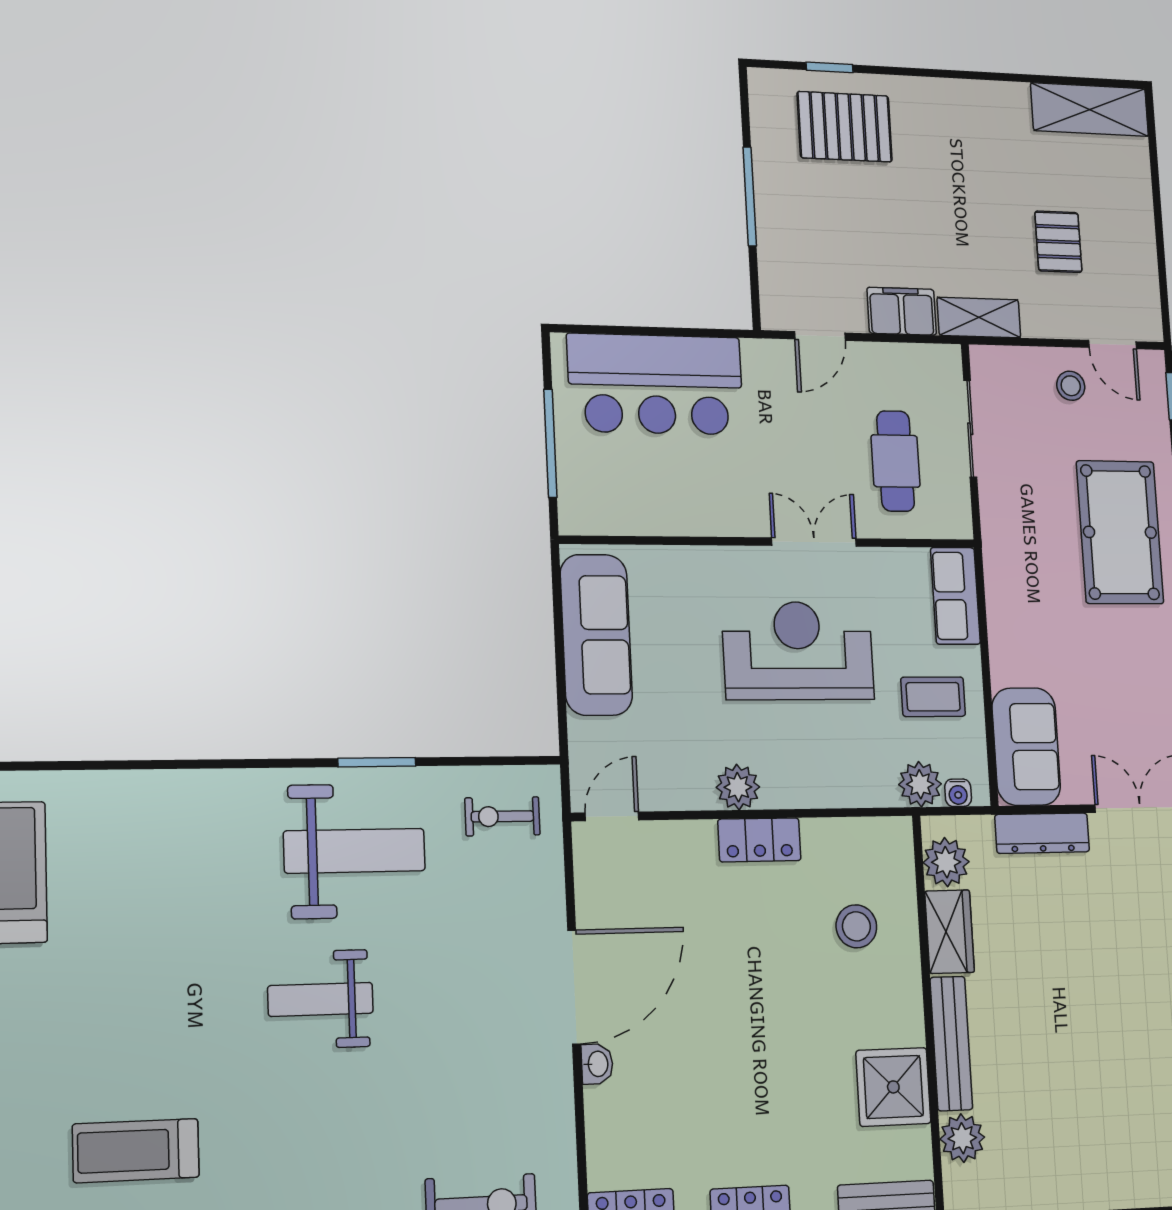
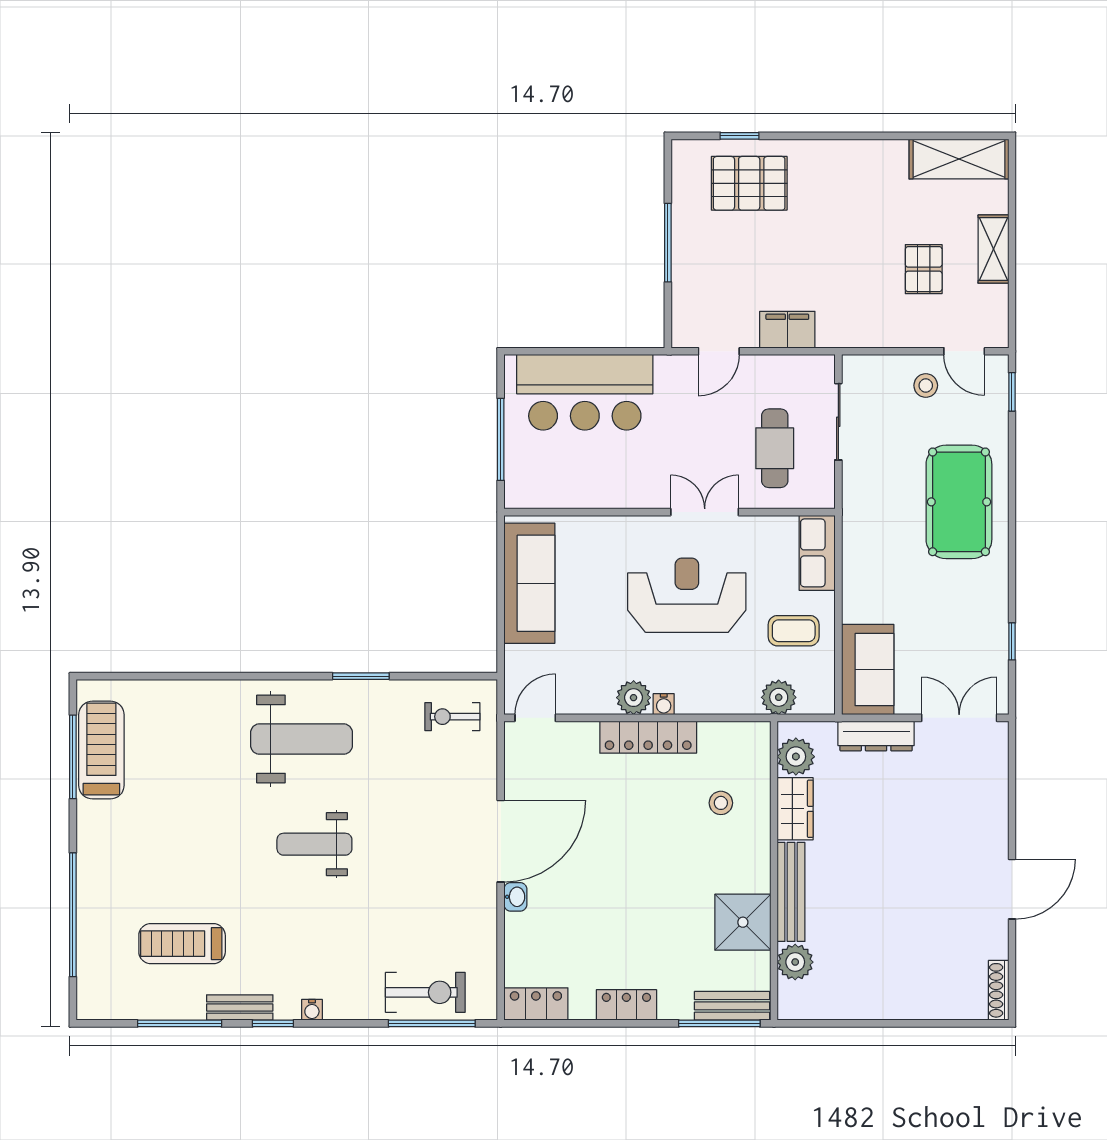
shelving: (979, 317) -> (993, 249), moved, turned 90
water cooler: (958, 793) -> (664, 704), moved
locker: (759, 840) -> (648, 737), width x1.53
weight bench: (354, 851) -> (302, 739), moved
stool: (856, 926) -> (721, 803), width x0.73, depth x0.73

